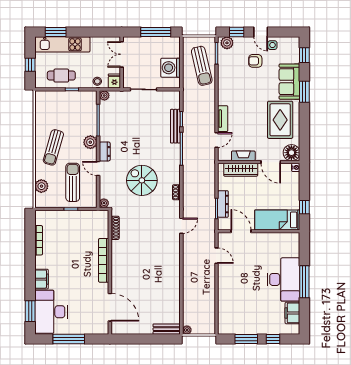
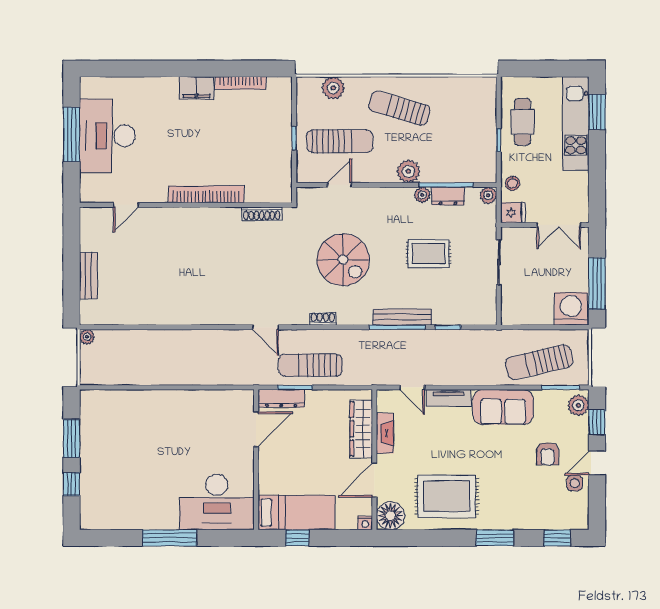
double door: (122, 54) -> (559, 225), swing flipped
armchair: (255, 61) -> (547, 454), turned 180
window: (30, 65) -> (541, 69), removed
washing machine: (171, 68) -> (571, 309), moved
sofa: (289, 82) -> (503, 407), moved, turned 180
bench: (175, 126) -> (402, 317), moved
rug: (138, 130) -> (429, 253), added
dresser: (105, 151) -> (448, 196), moved
door: (98, 169) -> (340, 185), moved
spiral stairs: (142, 180) -> (343, 260), turned 90
sun lounger: (203, 199) -> (310, 365), added
plant: (104, 203) -> (422, 195), moved
dresser: (223, 204) -> (281, 398), moved
bed: (277, 220) -> (297, 513), moved, turned 90
door: (217, 256) -> (214, 387), removed
filing cabinet: (42, 279) -> (196, 88), moved
desk: (283, 279) -> (217, 502), moved
door: (110, 307) -> (126, 205), width x0.53
window: (30, 311) -> (119, 69), removed
desk: (51, 312) -> (107, 136), moved, turned -90
filing cabinet: (292, 313) -> (116, 517), removed
bench: (167, 329) -> (88, 276), moved

